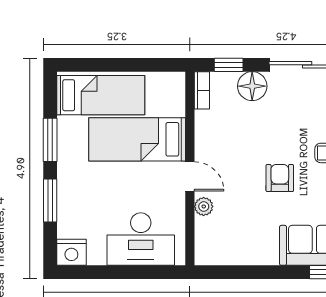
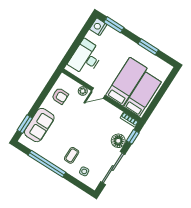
bed: (101, 95) -> (142, 94), moved, turned 180
armchair: (280, 178) -> (60, 96), moved
window: (50, 201) -> (114, 25), moved

